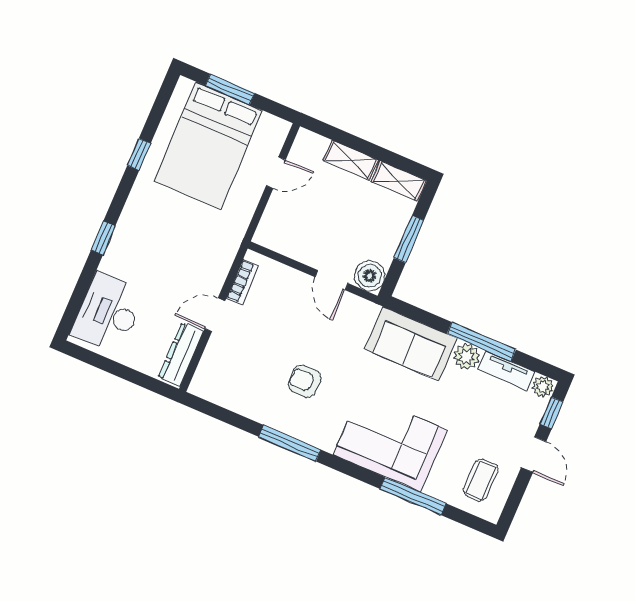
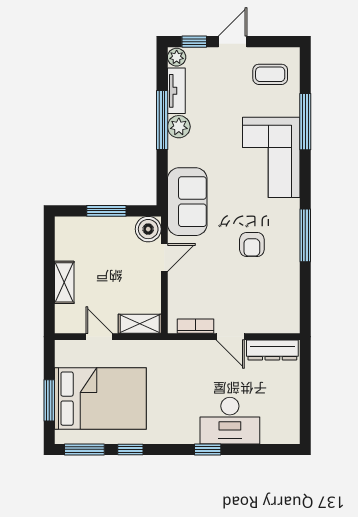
window: (160, 104) -> (84, 449), added
shelving: (399, 181) -> (140, 324), moved, turned 90
desk: (108, 313) -> (230, 421), moved
sofa: (411, 344) -> (187, 202), moved

